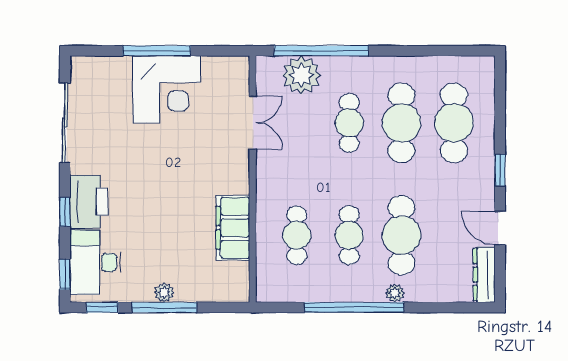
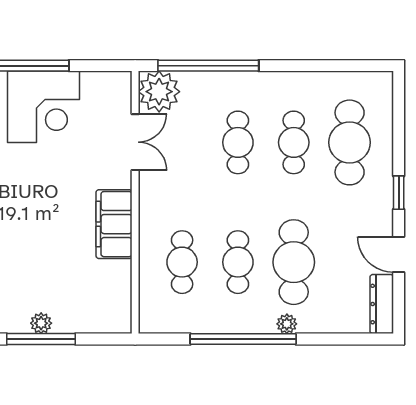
plant: (301, 75) -> (159, 92), moved
cafe table: (402, 123) -> (294, 142), width x0.73, depth x0.74
filing cabinet: (233, 228) -> (114, 224), moved

